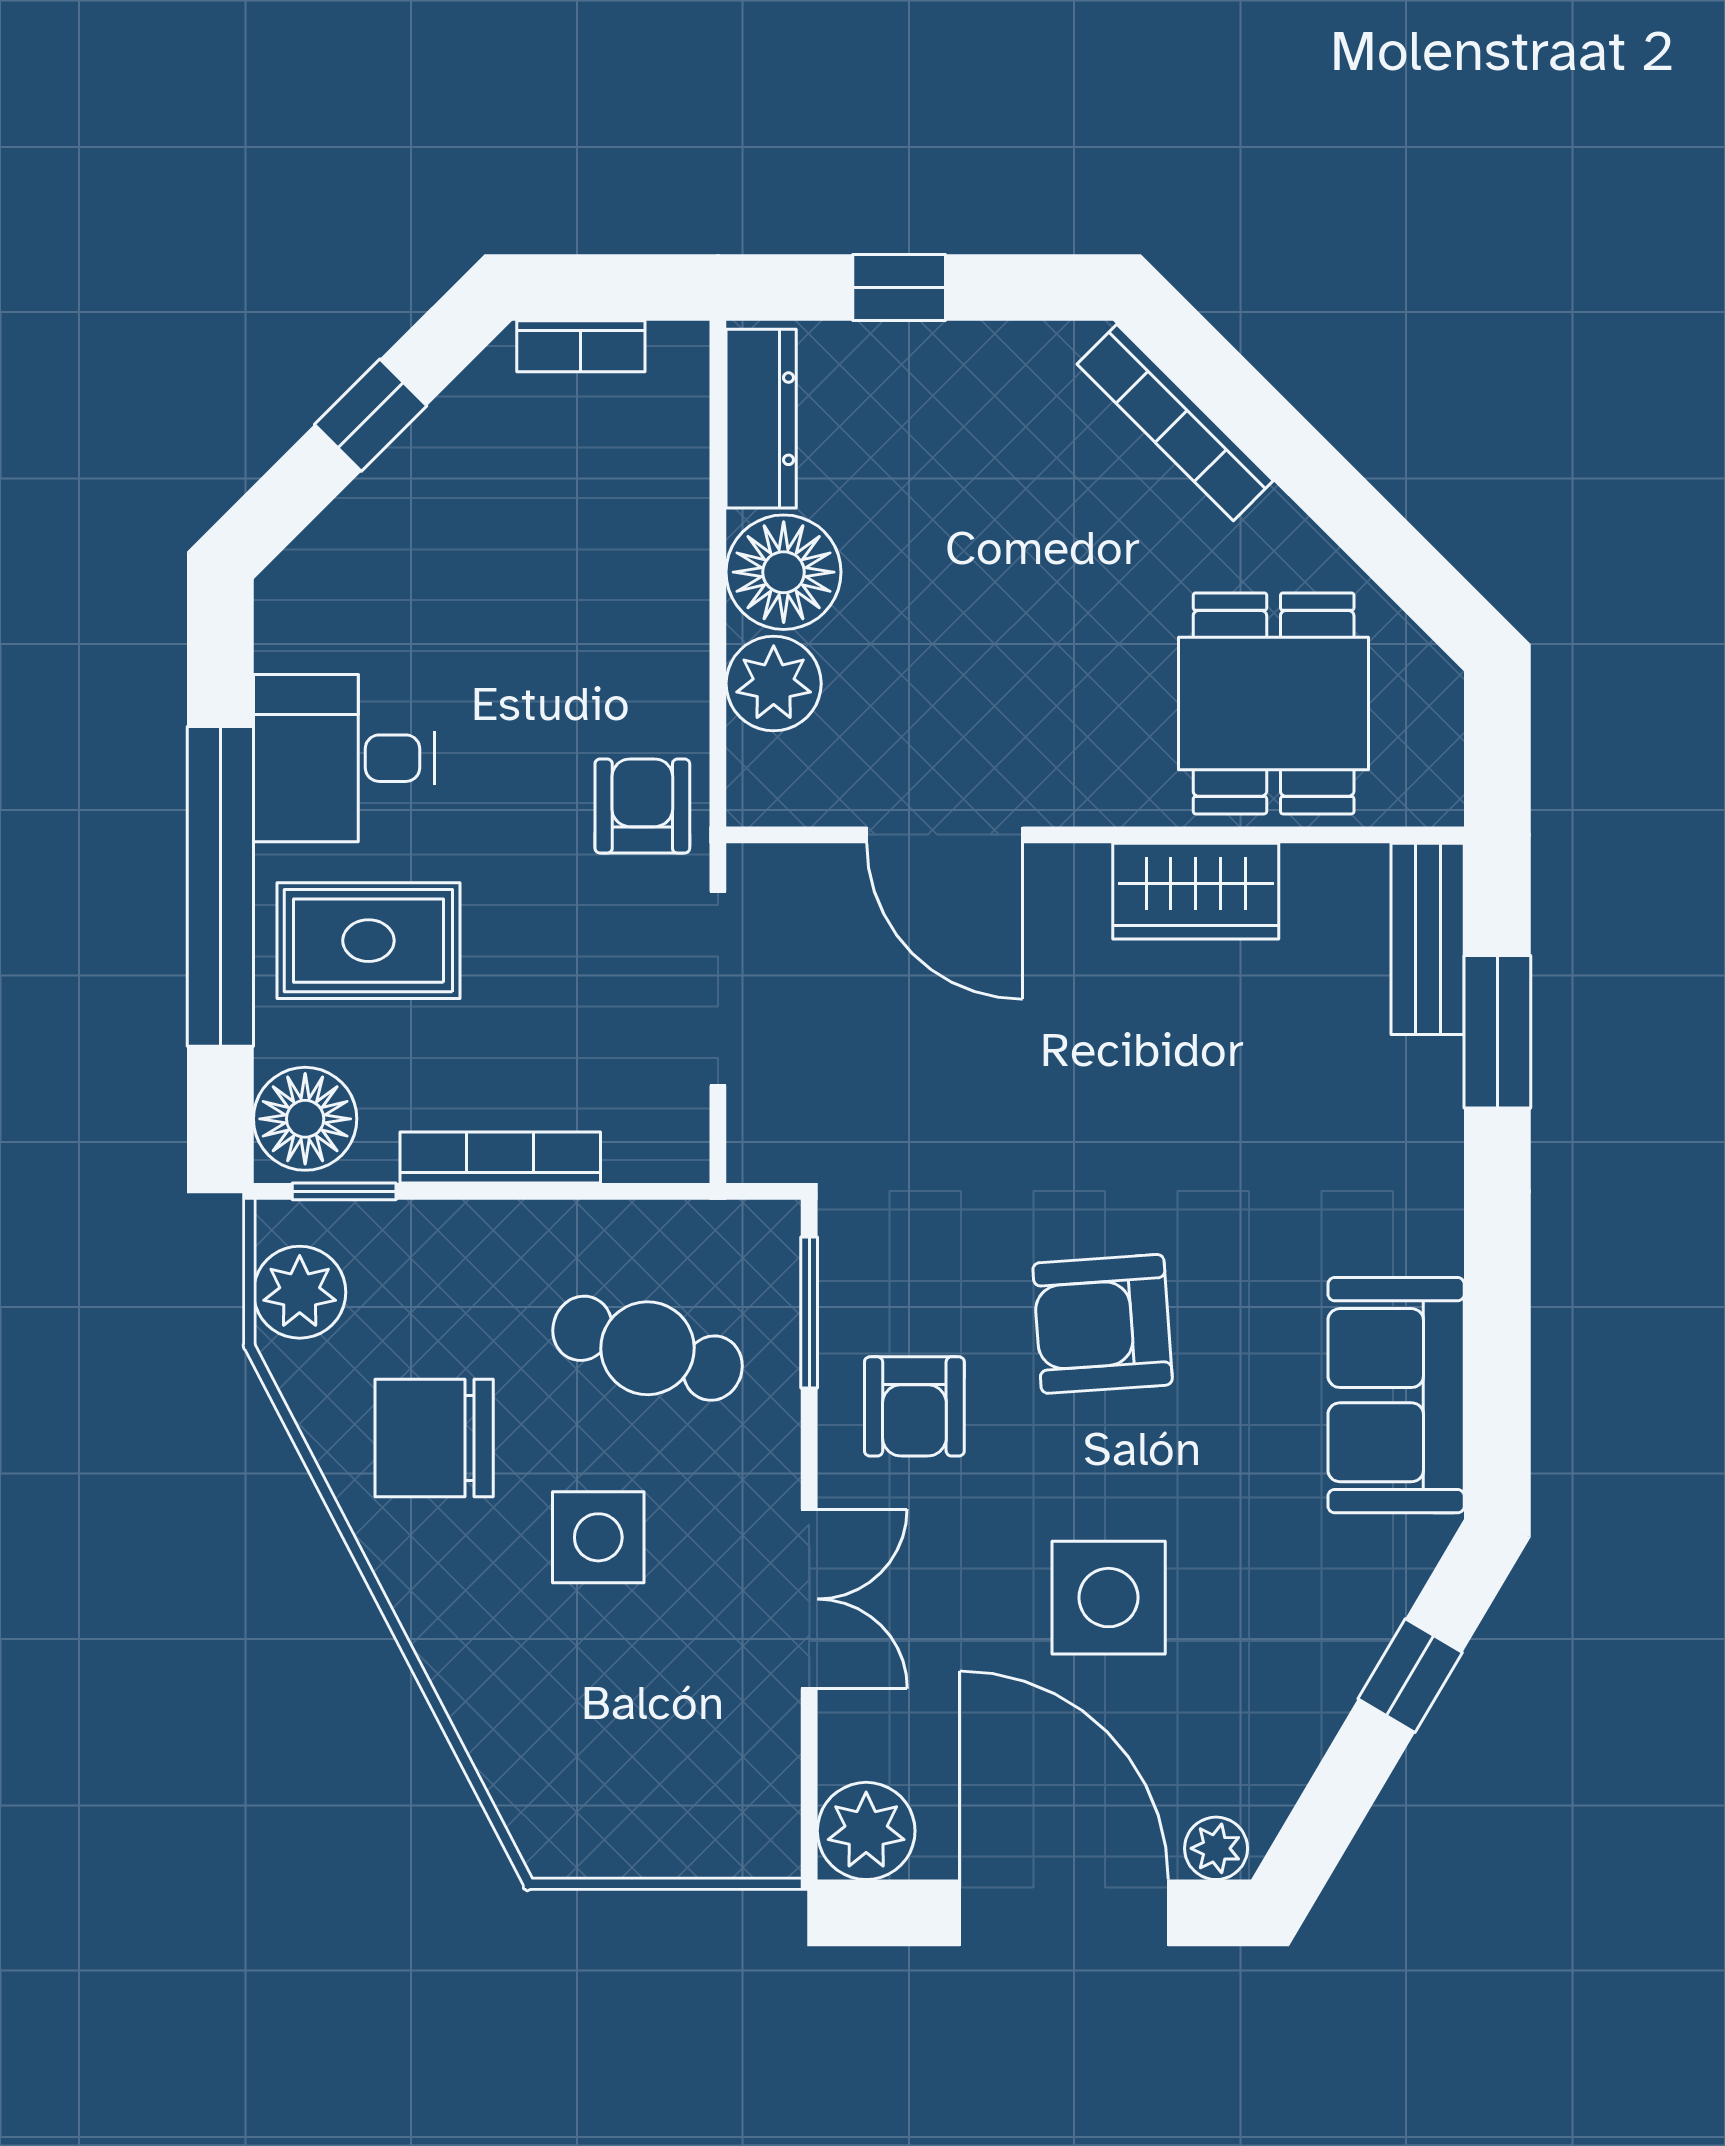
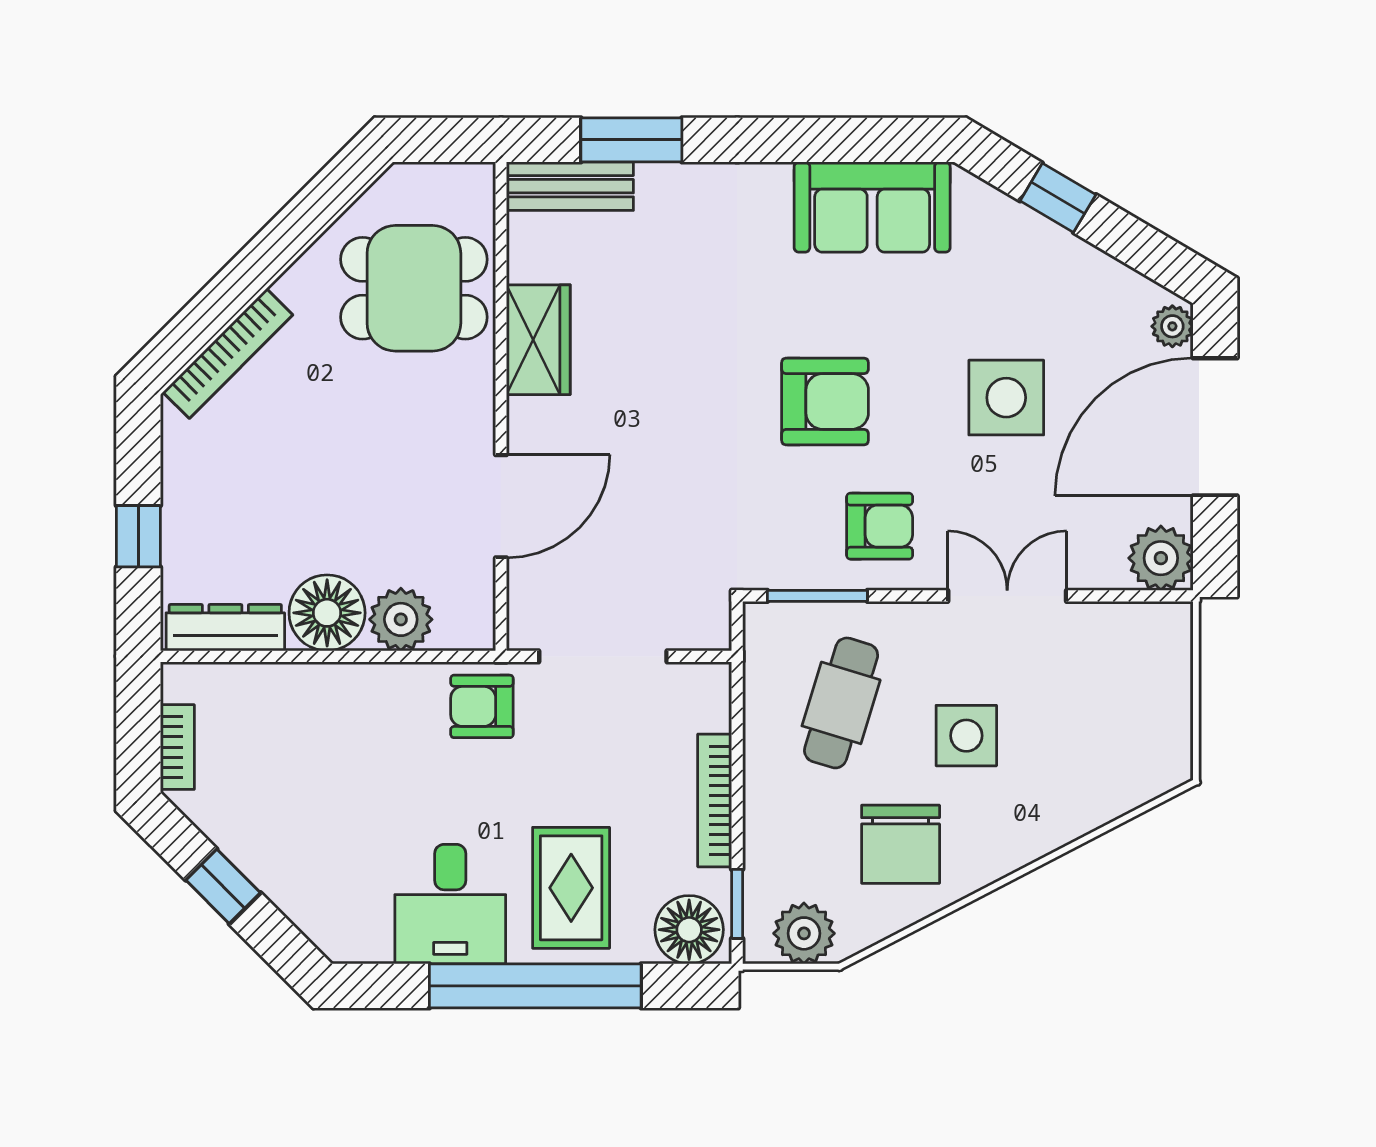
armchair: (1103, 1324) -> (825, 401), turned -86

